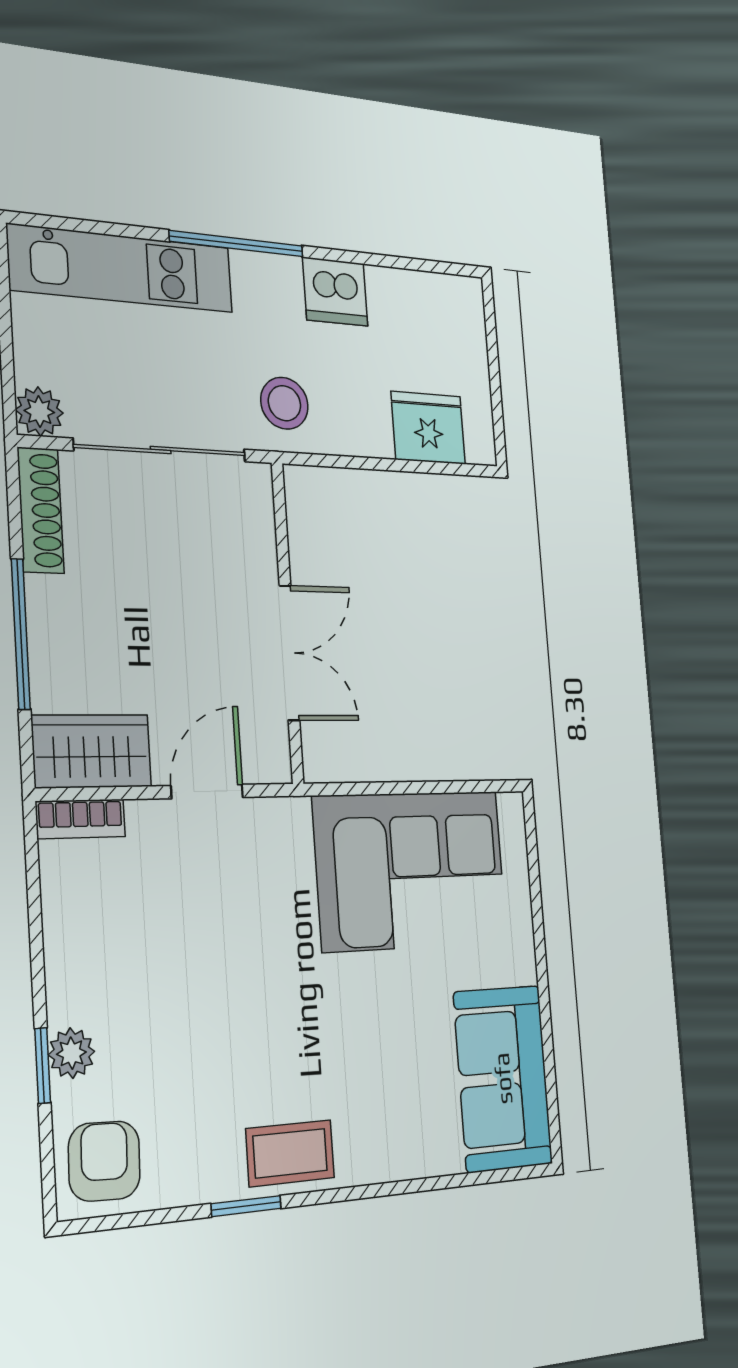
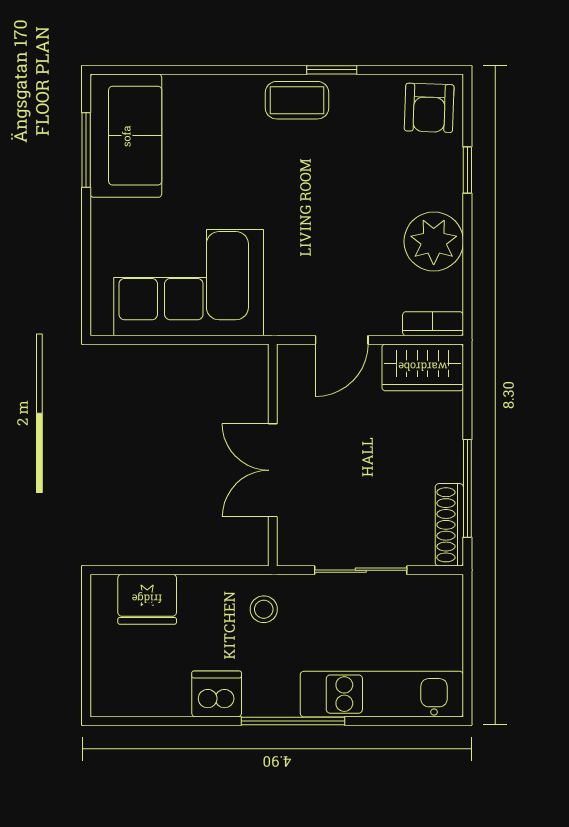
stool: (284, 403) -> (264, 609), width x0.73, depth x0.73
plant: (39, 411) -> (447, 591), removed
sliding door: (161, 450) -> (361, 570), width x0.73
window: (21, 634) -> (467, 488), moved
double door: (289, 653) -> (273, 470), moved
plant: (71, 1053) -> (434, 241), moved, width x1.88, depth x1.88
window: (548, 1053) -> (86, 150), added

